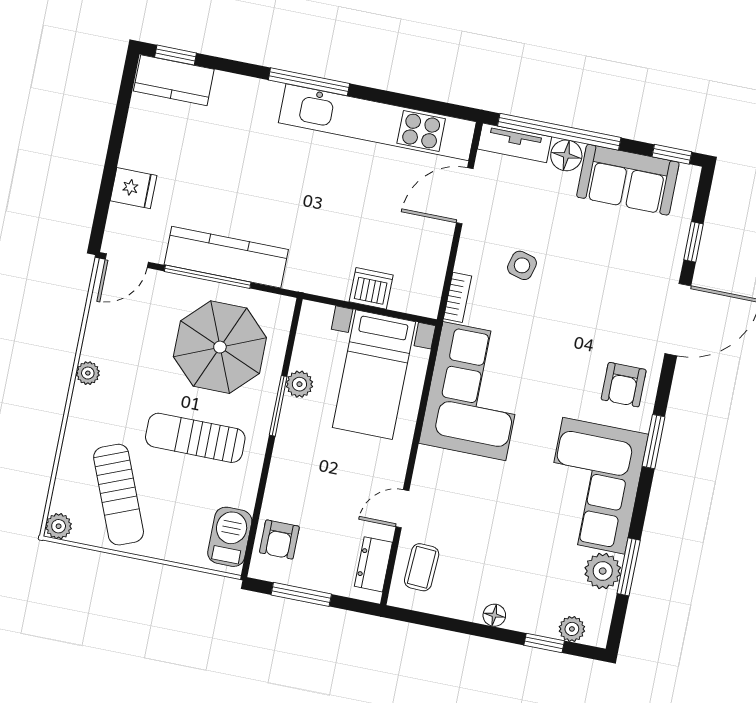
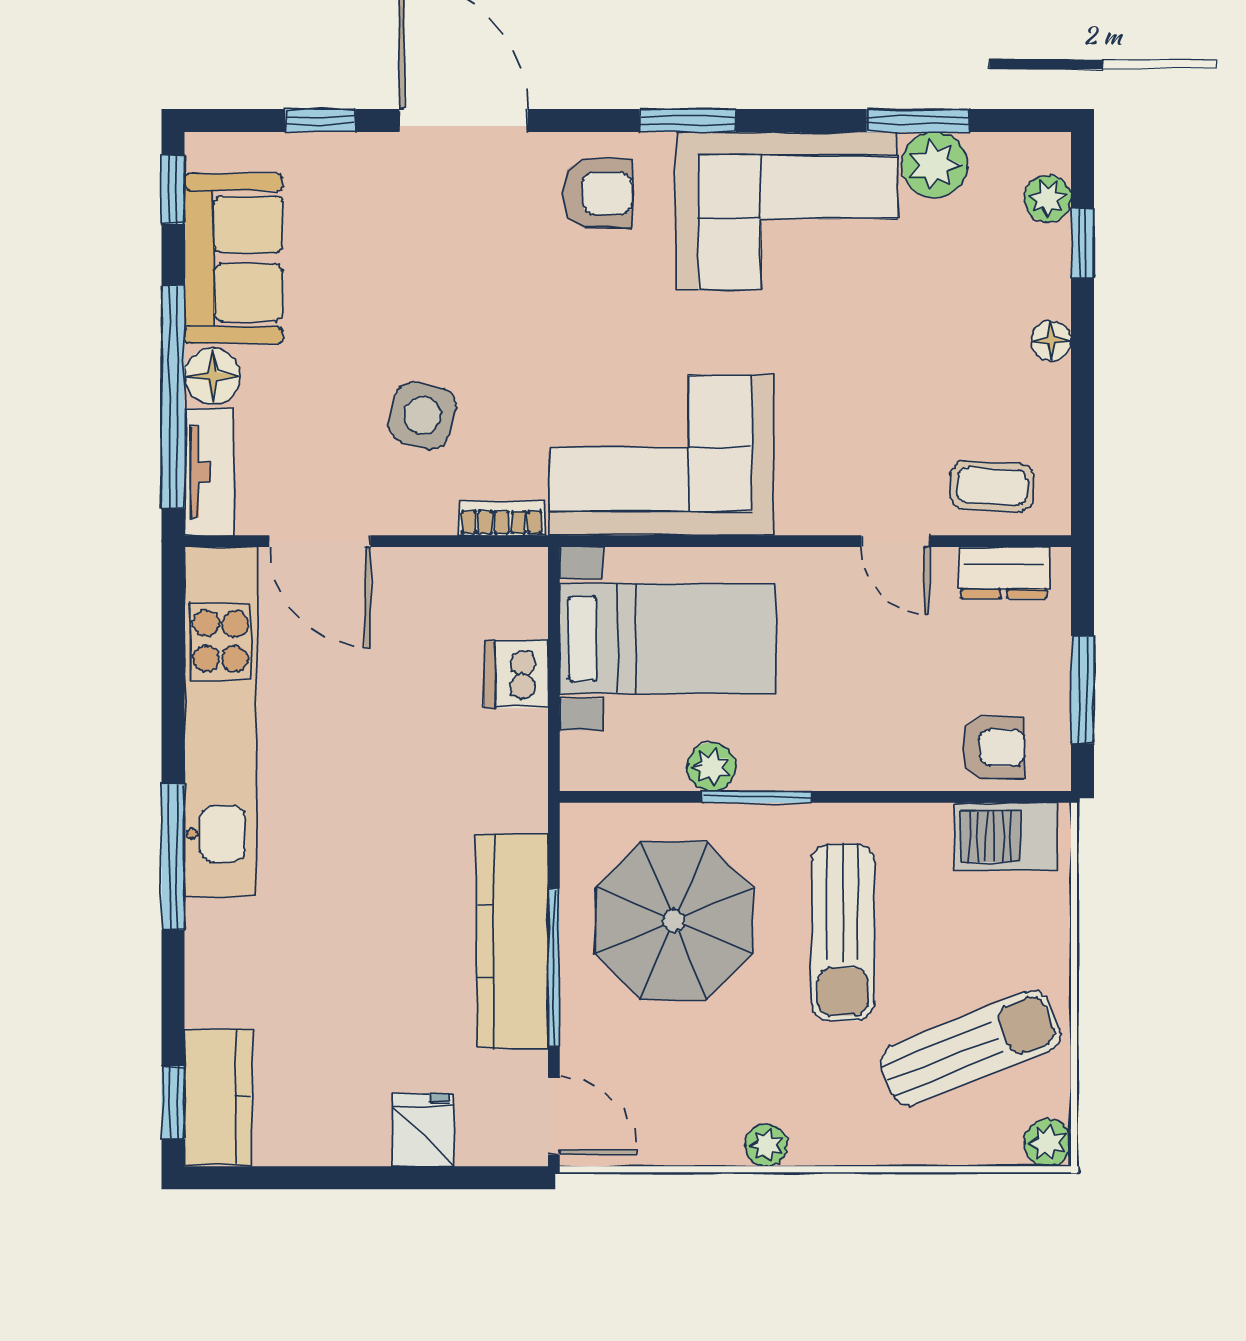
side table: (522, 265) -> (423, 415), width x1.37, depth x1.37

